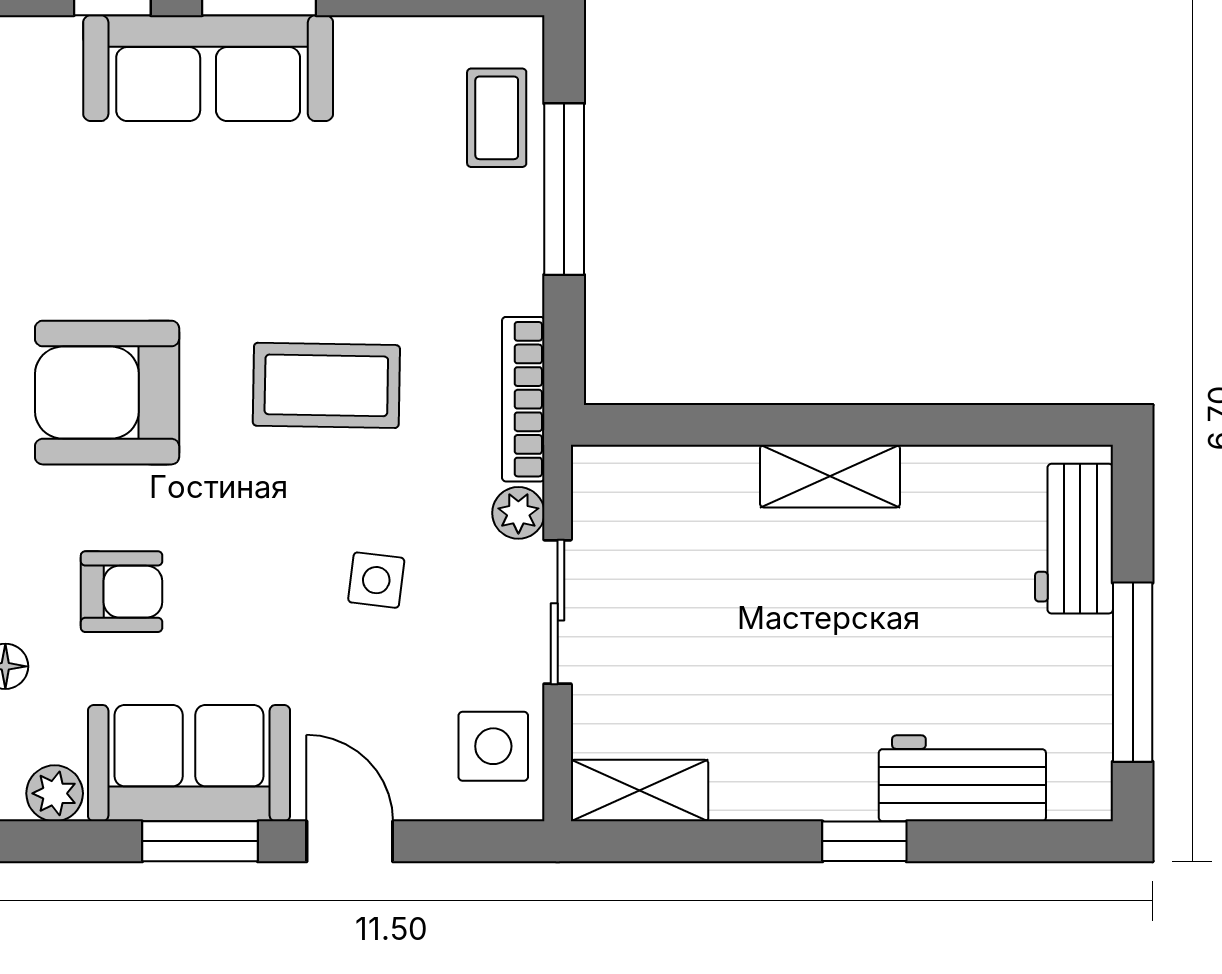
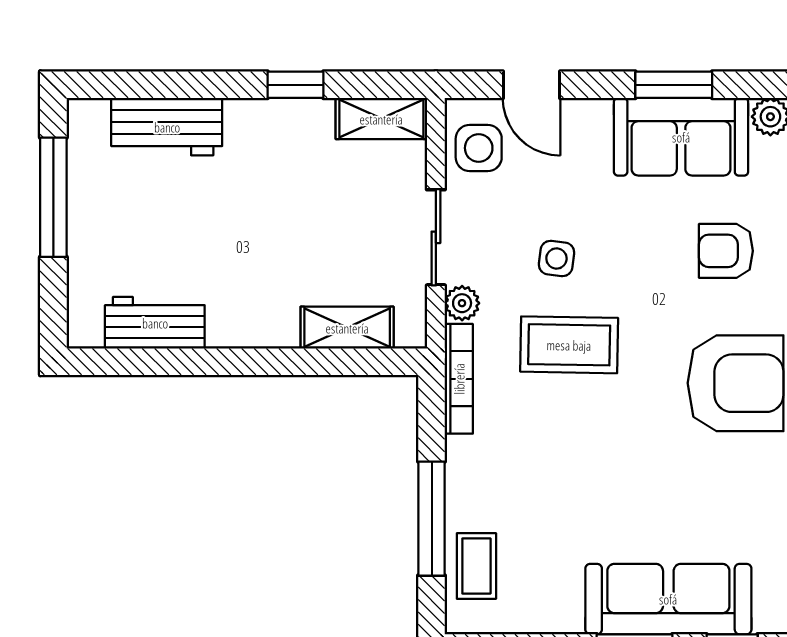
coffee table: (326, 385) -> (569, 345), moved
shelving: (830, 476) -> (347, 328), moved
workbench: (1074, 539) -> (155, 323), moved, turned -90
door: (350, 841) -> (532, 85), moved
window: (864, 841) -> (296, 85), moved

